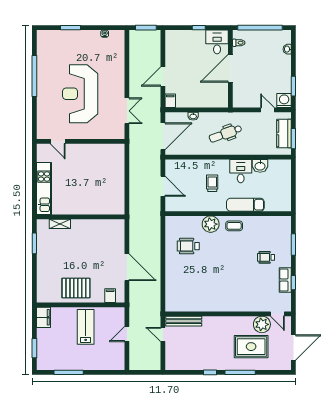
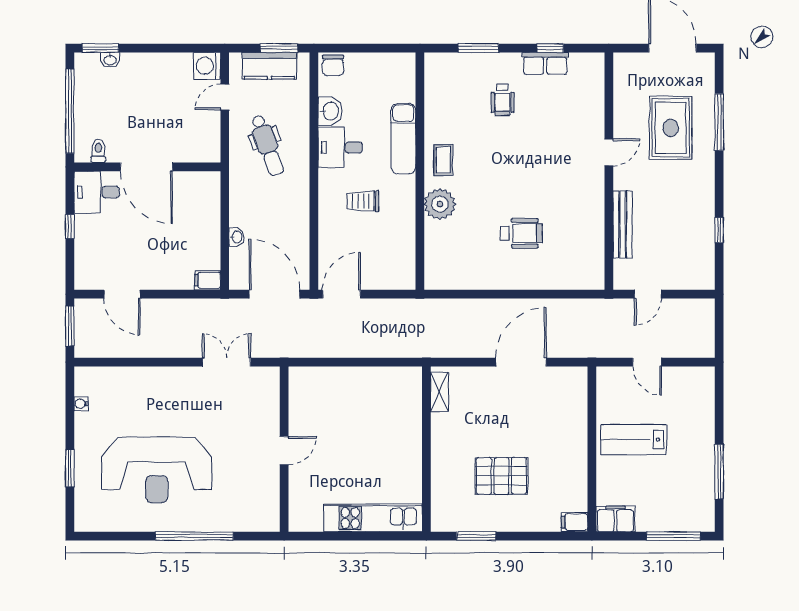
window: (34, 76) -> (194, 536), moved
door: (163, 77) -> (122, 294), moved
window: (293, 86) -> (101, 48), moved
reception desk: (80, 94) -> (157, 470), moved
dental chair: (225, 134) -> (267, 145), moved
door: (58, 141) -> (284, 450), moved
chair: (284, 167) -> (333, 65), added
door: (163, 186) -> (342, 294), moved
shelving: (60, 224) -> (439, 392), moved
wheelchair: (188, 246) -> (521, 233), moved, turned -90
pallet: (76, 288) -> (501, 476), moved, turned 90
filing cabinet: (110, 296) -> (575, 522), moved
door: (277, 314) -> (609, 152), moved
bench: (184, 321) -> (623, 225), moved
plant: (262, 324) -> (629, 108), removed
window: (34, 348) -> (673, 536), width x1.44
window: (210, 372) -> (719, 230), moved
window: (240, 372) -> (719, 122), moved

